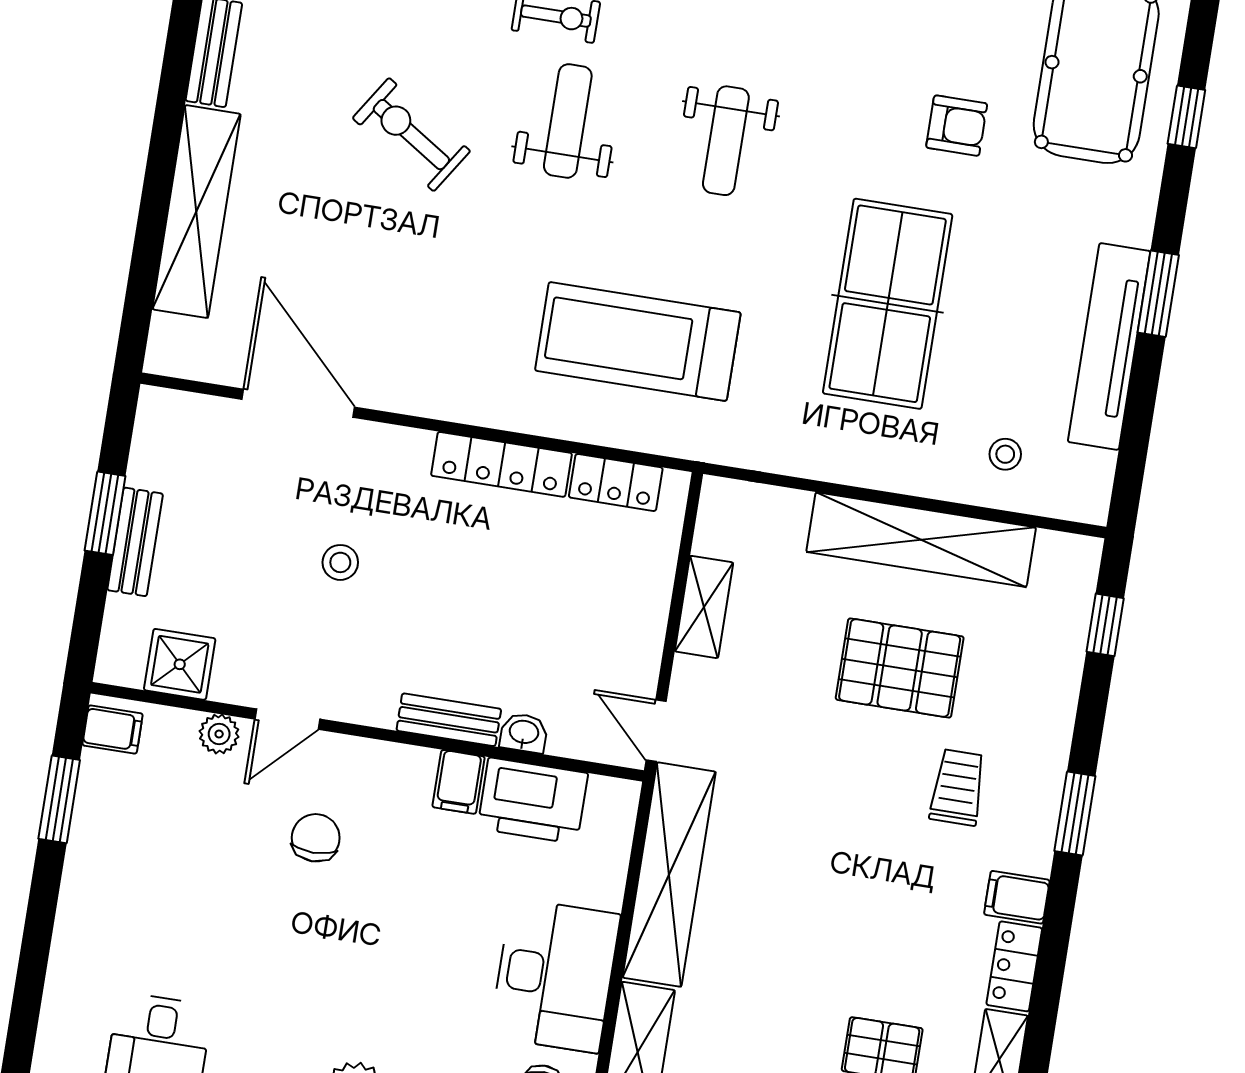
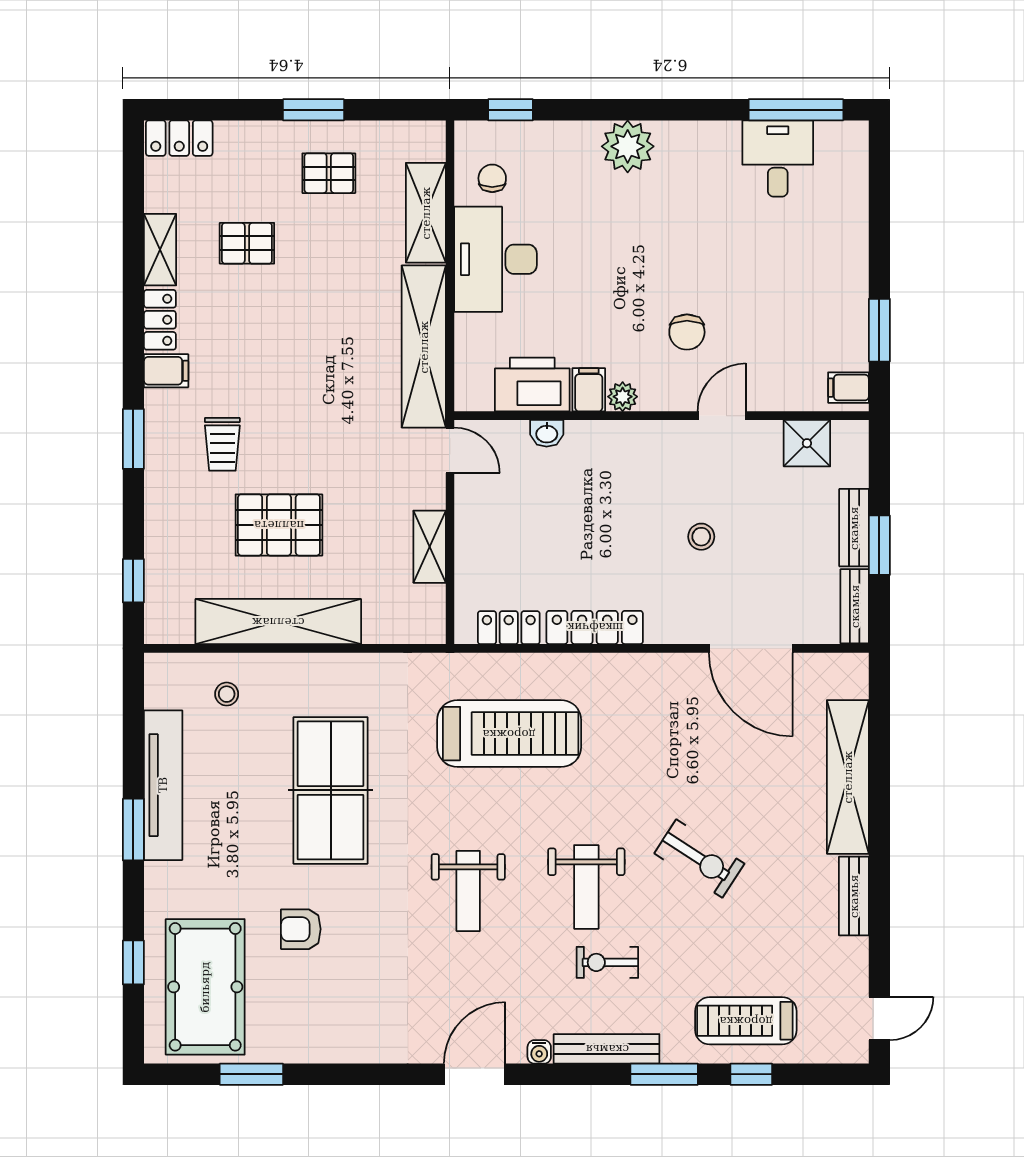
weight bench: (726, 141) -> (468, 891), turned 180
bench: (449, 720) -> (855, 606), moved, turned 90
plant: (219, 734) -> (623, 397), moved

